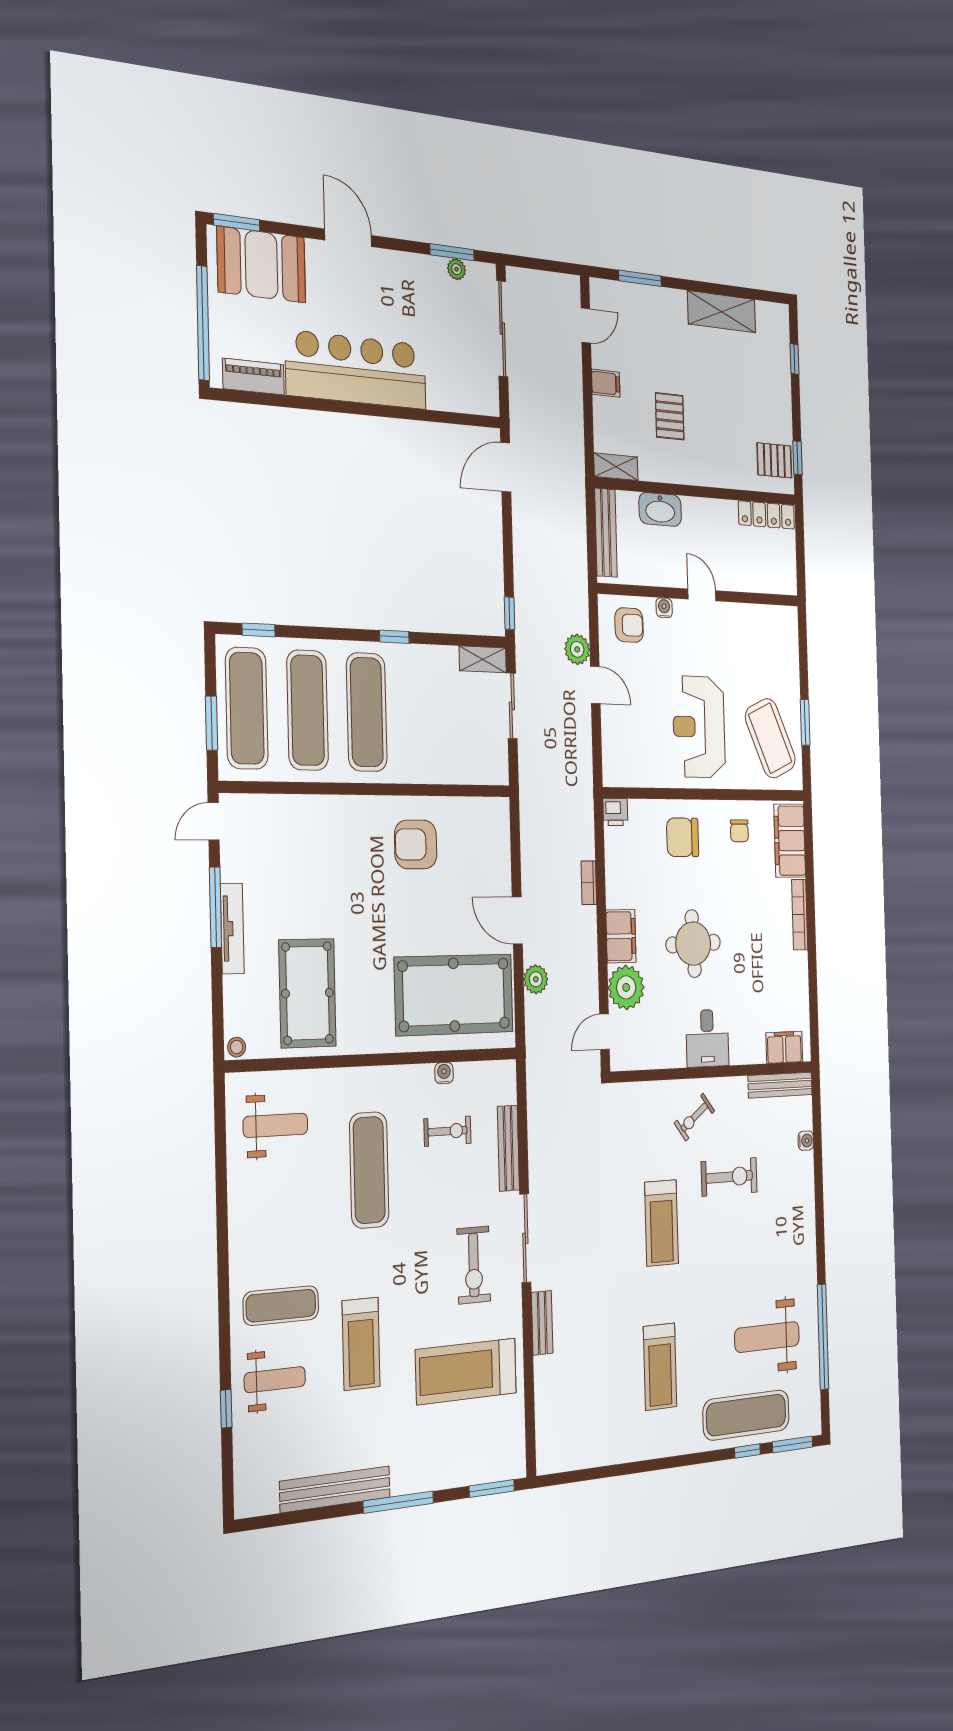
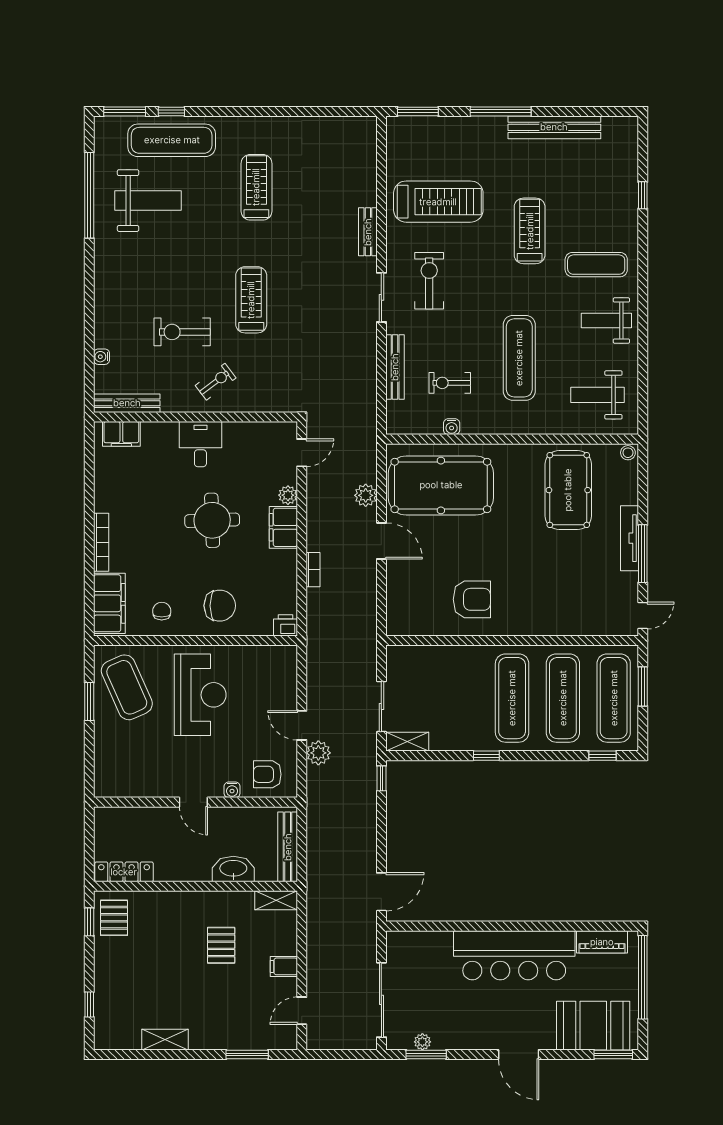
shelving: (722, 312) -> (165, 1040), width x0.67, depth x0.75
pallet: (774, 460) -> (114, 918), turned 90
plant: (626, 987) -> (288, 495), width x0.53, depth x0.53
sliding door: (525, 1238) -> (381, 297), width x0.73
weight bench: (275, 1380) -> (606, 320), moved

